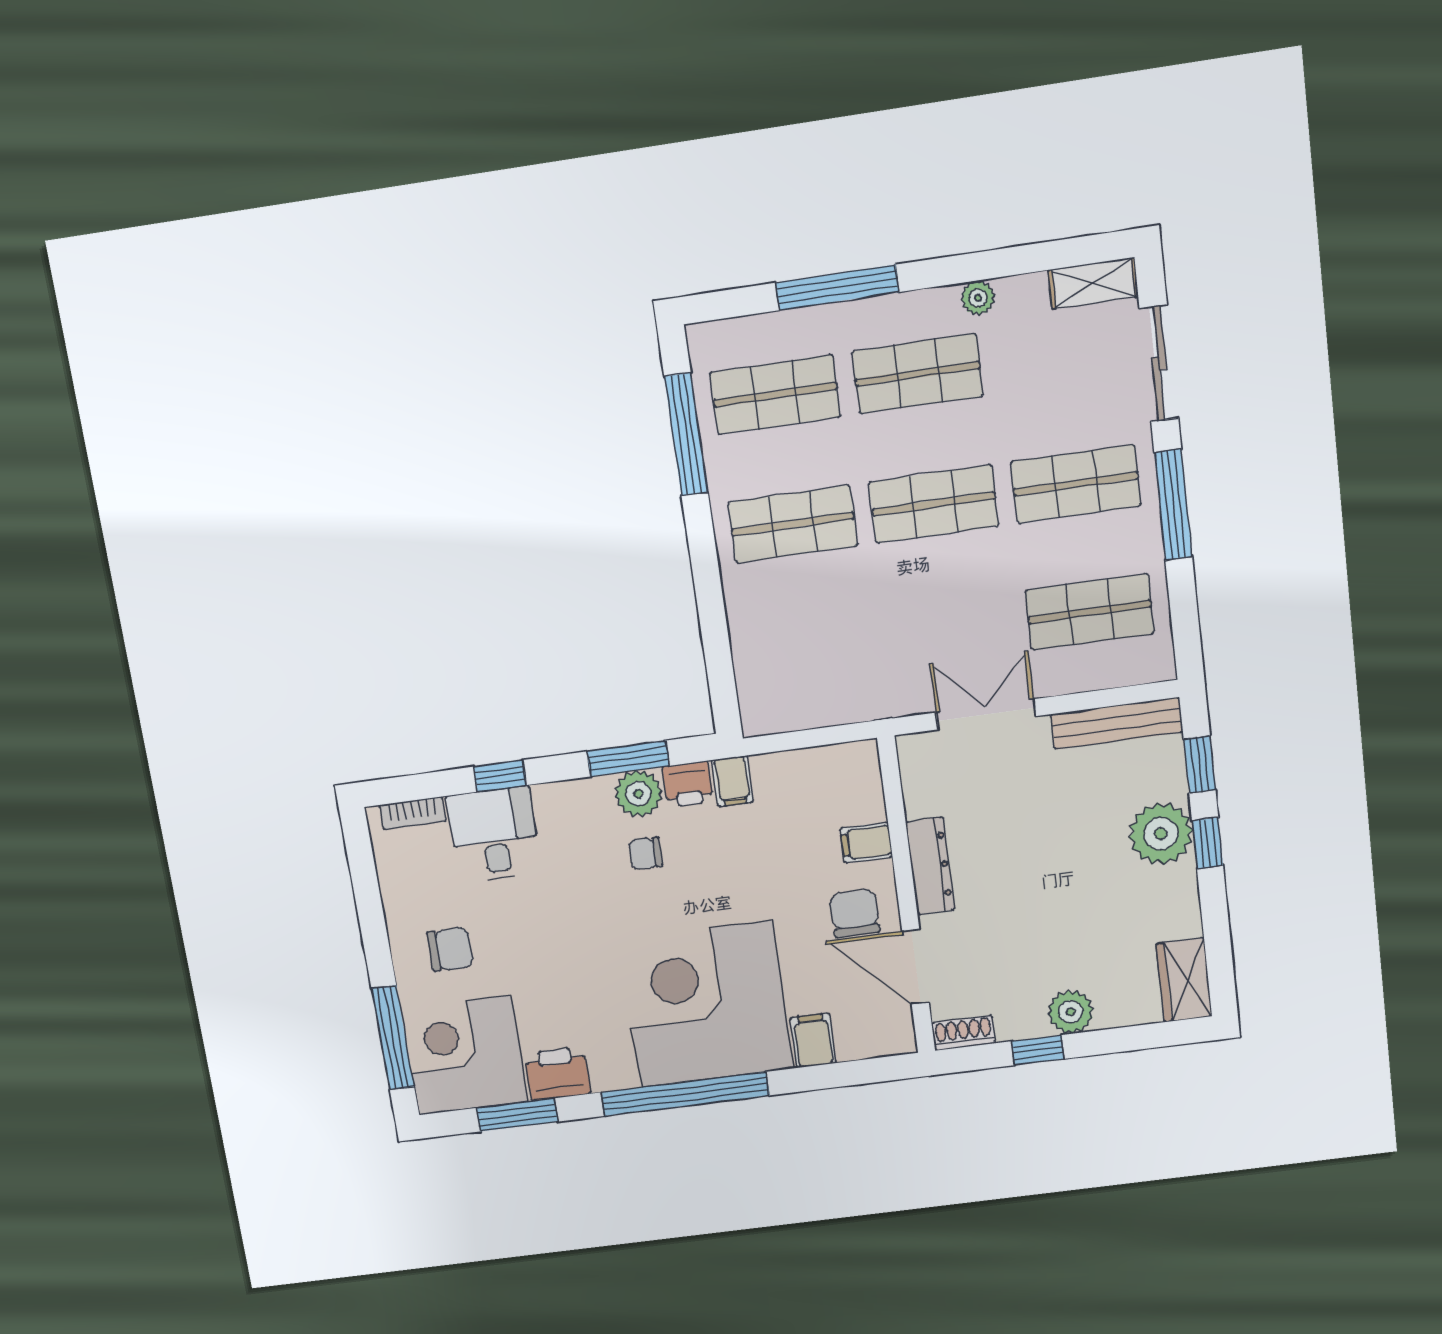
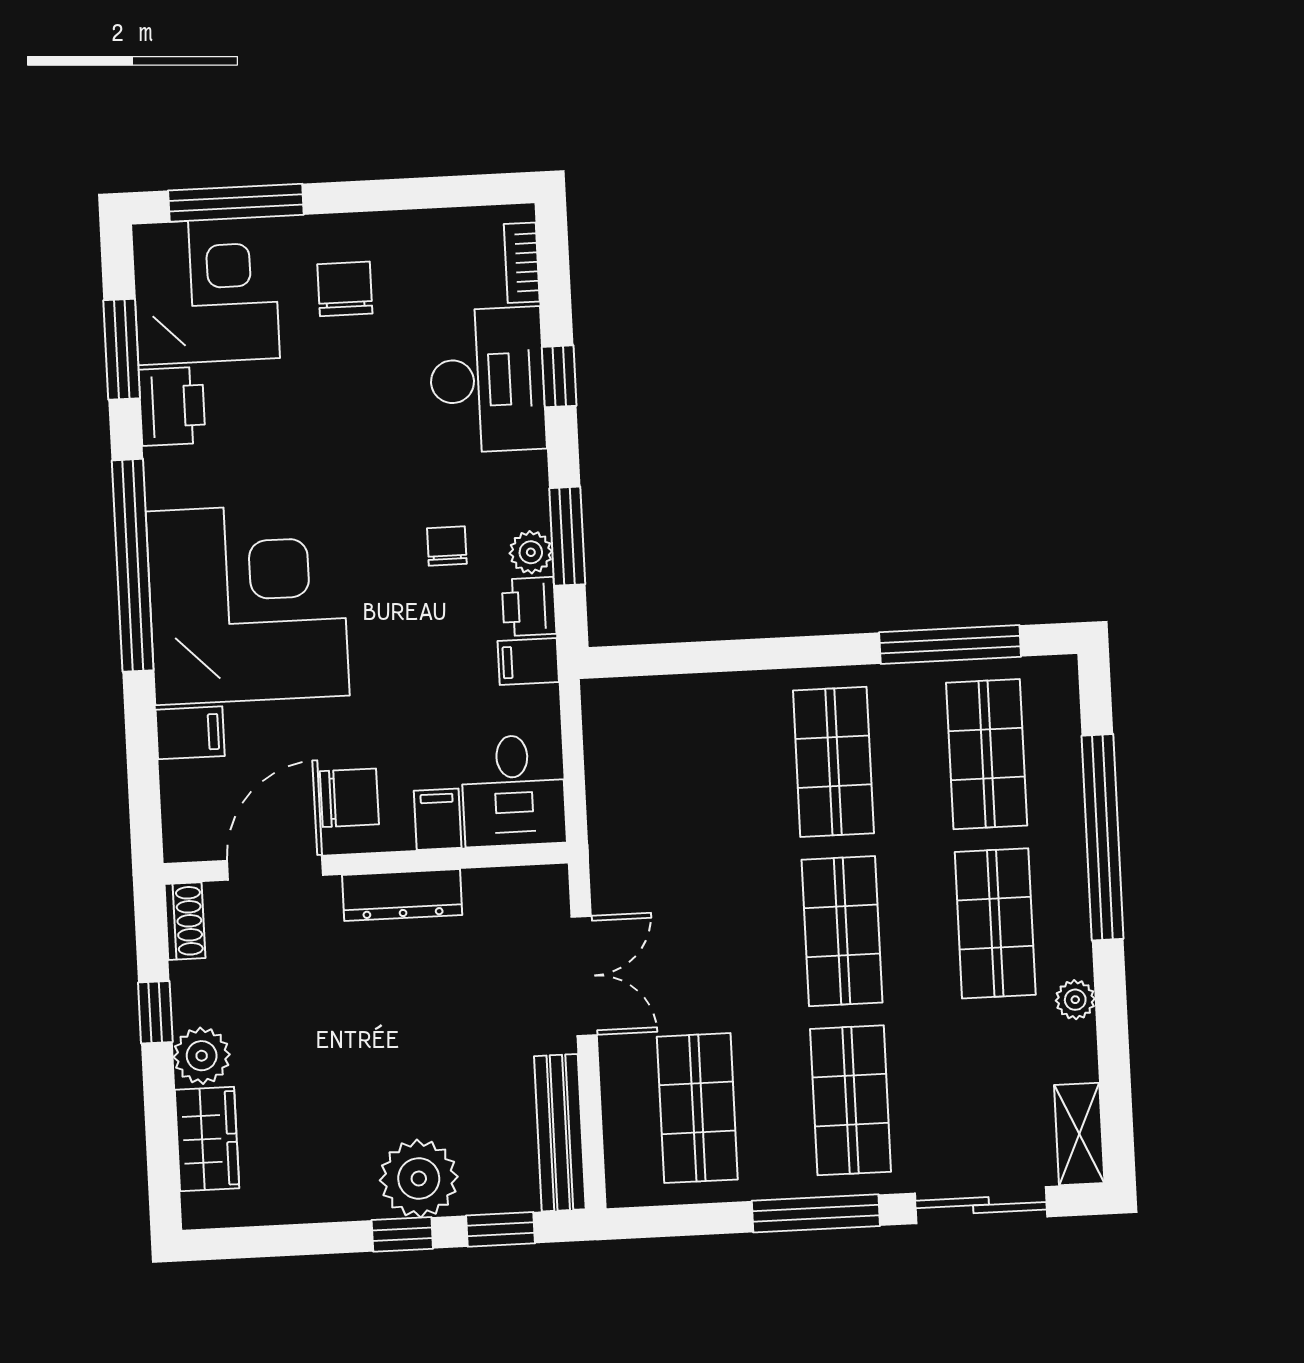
window: (837, 287) -> (1103, 837), width x1.46
desk: (838, 784) -> (514, 790), added
plant: (638, 794) -> (531, 552), width x0.73, depth x0.73
desk: (494, 835) -> (487, 380), width x1.37
chair: (450, 949) -> (345, 289), turned 180
wardrobe: (1184, 980) -> (207, 1139), moved, turned 90

